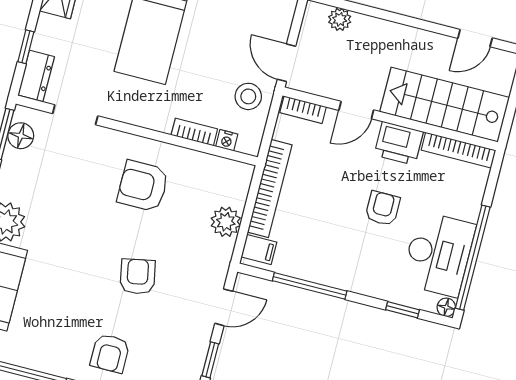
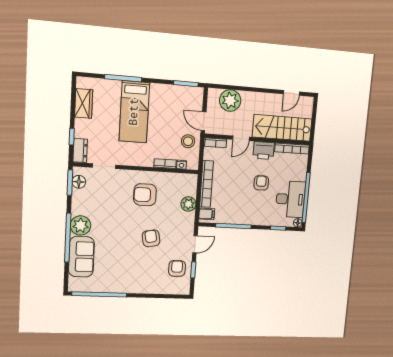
plant: (340, 19) -> (230, 101), width x1.88, depth x1.88
armchair: (110, 353) -> (177, 268), moved, turned 180

